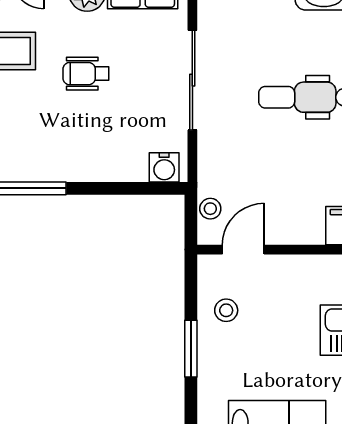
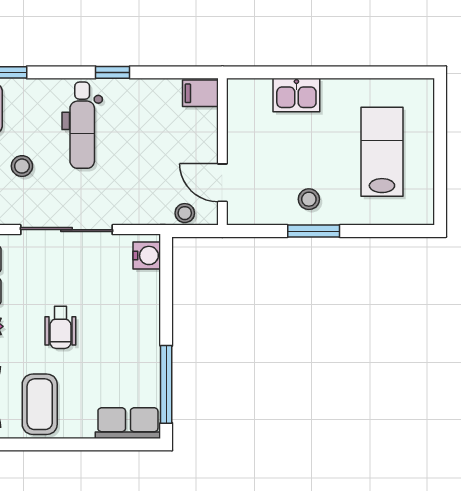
stool: (261, 32) -> (22, 166), added
stool: (226, 310) -> (309, 199), moved

